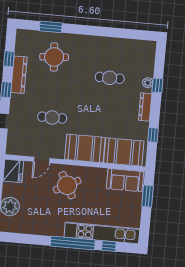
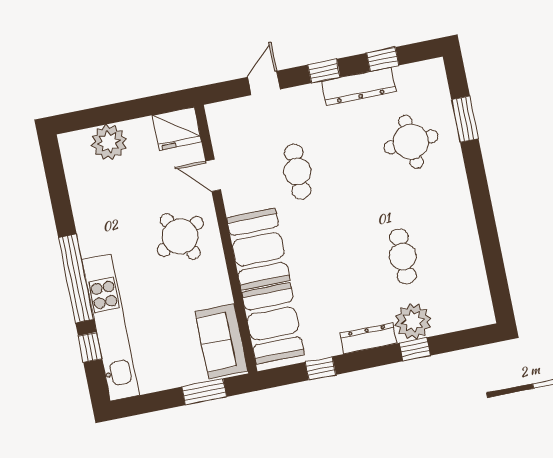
plant: (148, 83) -> (413, 321), width x1.88, depth x1.88

